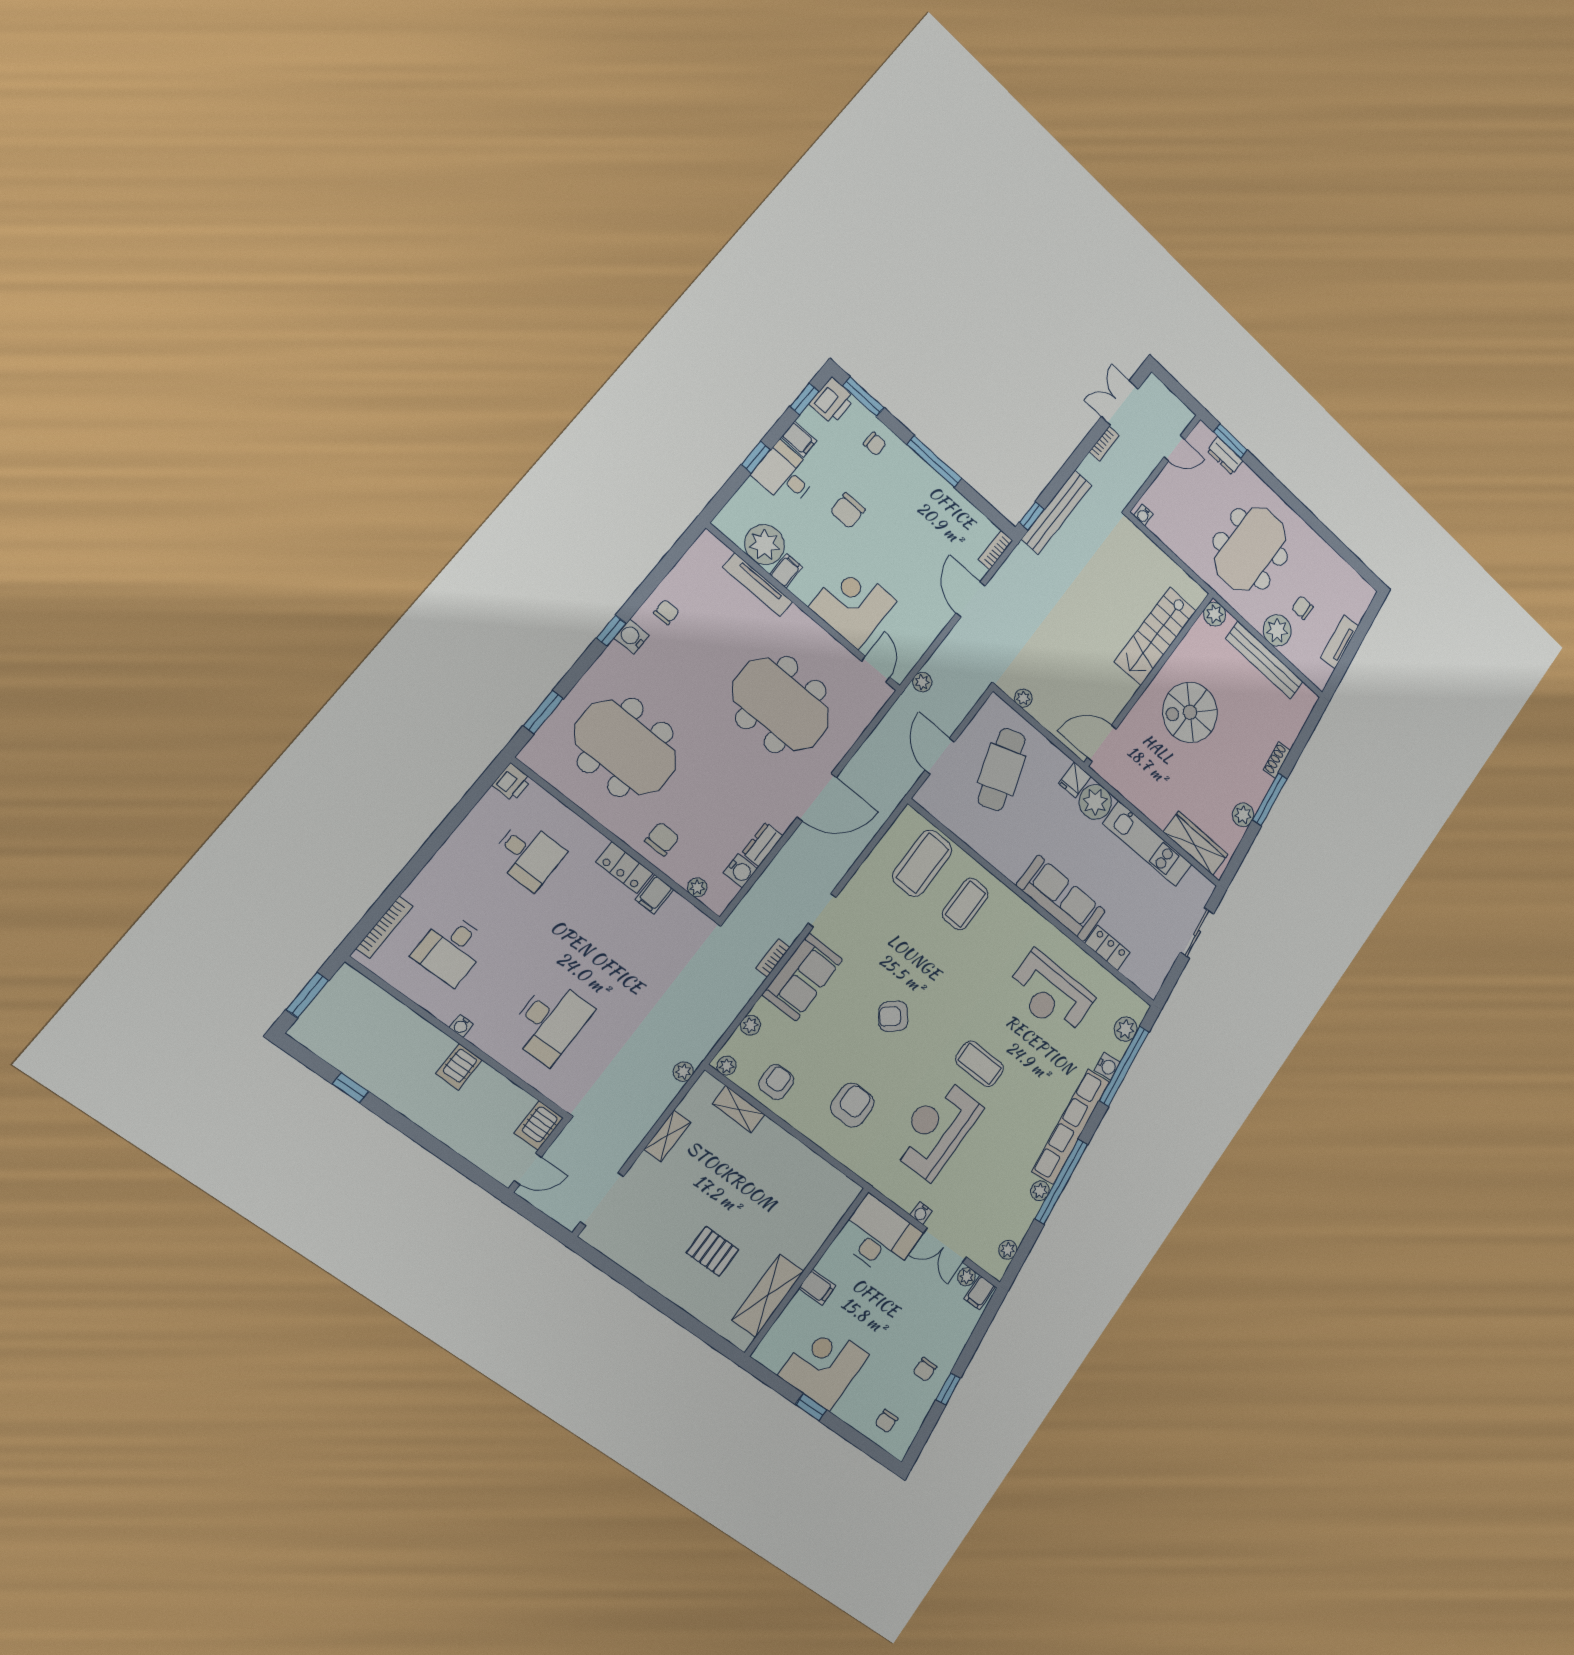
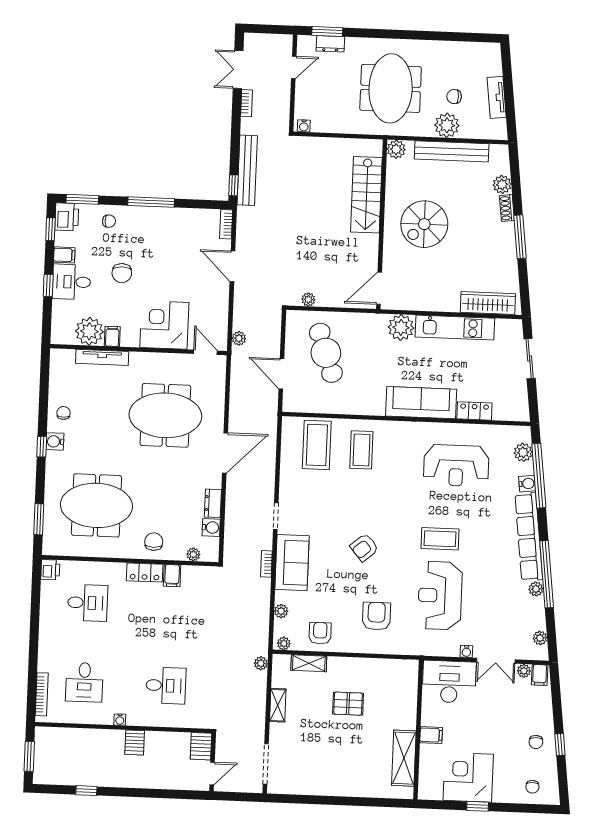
fridge: (1075, 780) -> (378, 324), removed
plant: (1243, 815) -> (502, 185), moved
desk: (550, 1022) -> (166, 685), width x0.73
pallet: (713, 1251) -> (348, 704), moved

